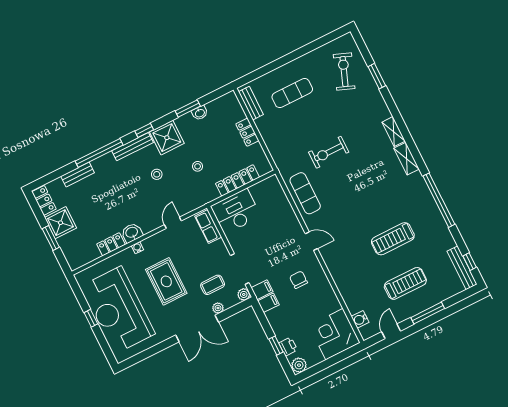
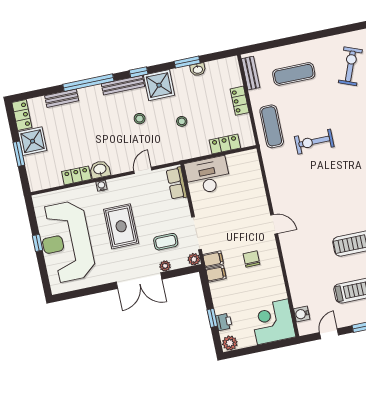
locker: (237, 180) -> (225, 144), width x0.66
exercise mat: (305, 193) -> (272, 126), moved

